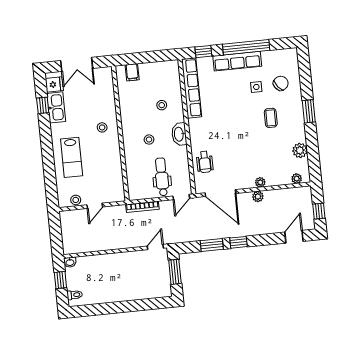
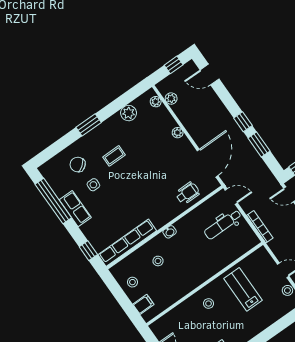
window: (246, 47) -> (53, 201), moved
row of seats: (237, 61) -> (75, 209), width x0.68
washbasin: (179, 134) -> (170, 232), width x0.52, depth x0.69
stool: (149, 140) -> (132, 282), moved
lab bench: (72, 157) -> (243, 289), moved, turned -90
plant: (258, 196) -> (171, 99), moved

